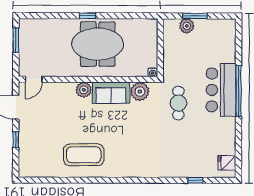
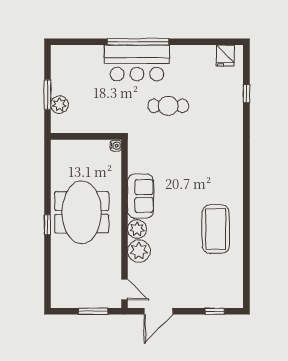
window: (16, 40) -> (93, 311), moved
plant: (140, 91) -> (139, 251), moved
cafe table: (178, 103) -> (168, 106), moved
window: (16, 140) -> (215, 311), moved

